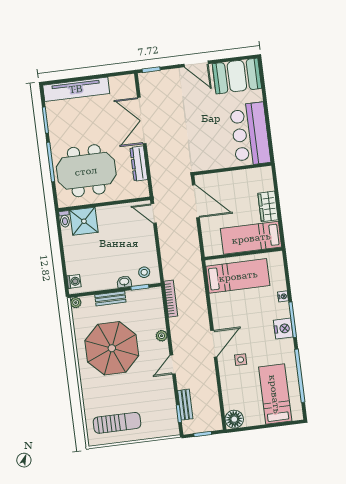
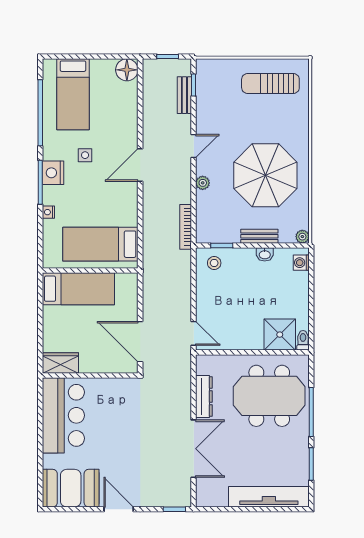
wardrobe: (268, 206) -> (60, 363), moved, turned -90
washbasin: (124, 282) -> (265, 254), moved
side table: (241, 360) -> (85, 155), moved

